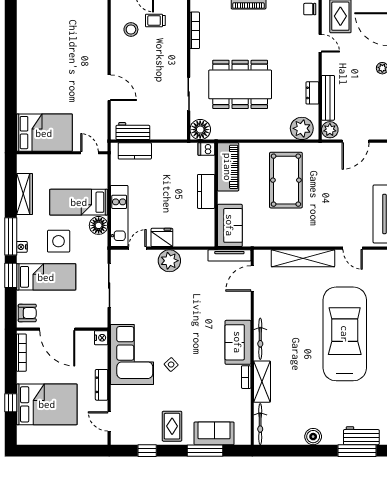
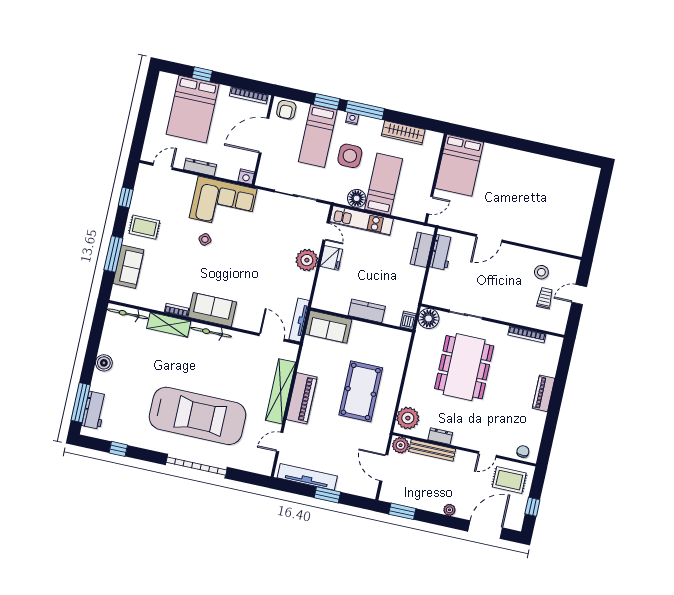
piano: (228, 167) -> (302, 398), moved, turned -90
pool table: (286, 180) -> (361, 391), turned 90

